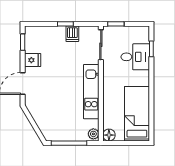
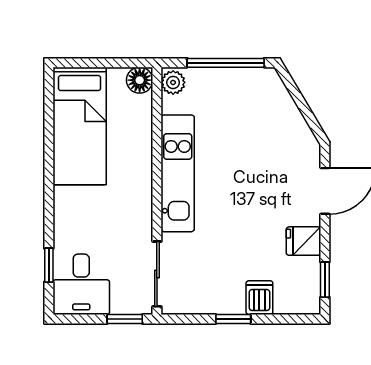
dishwasher: (72, 34) -> (259, 298), moved
desk: (135, 57) -> (81, 284), moved, turned -90

